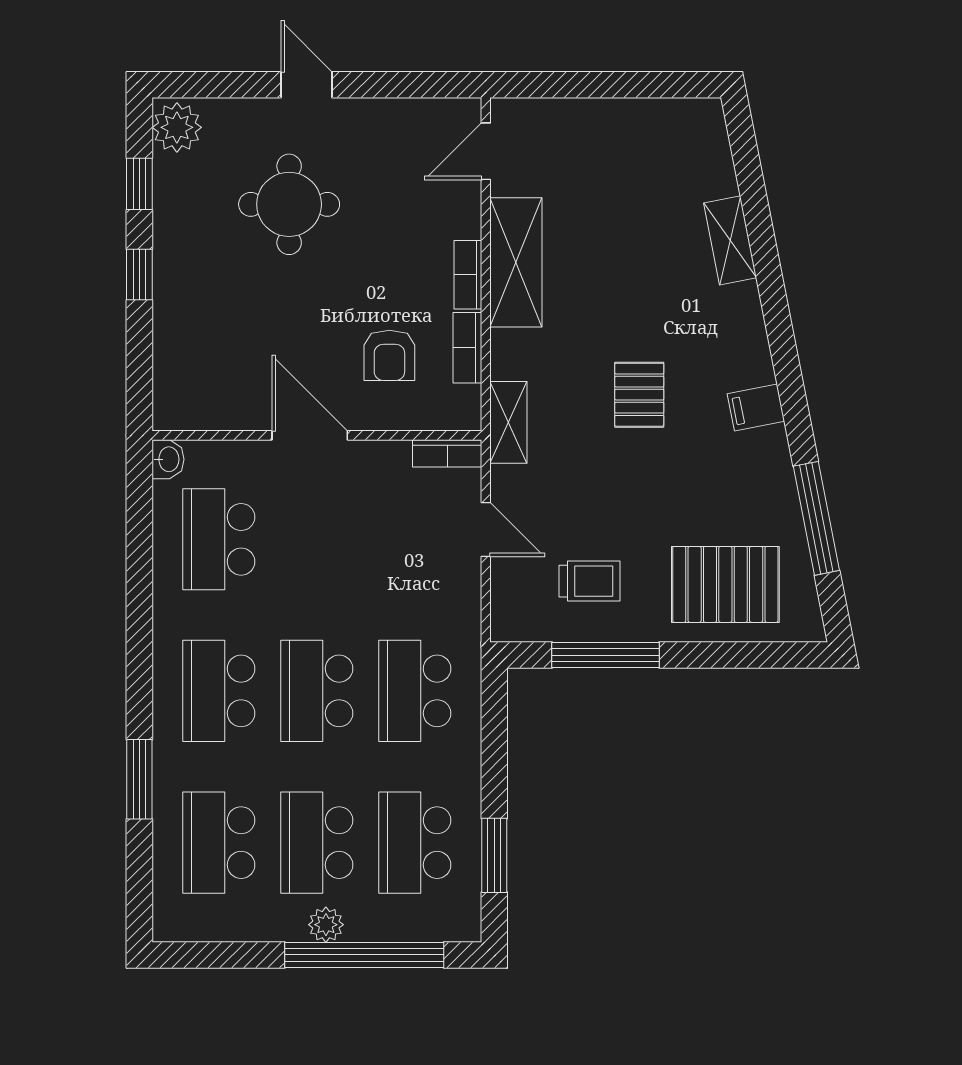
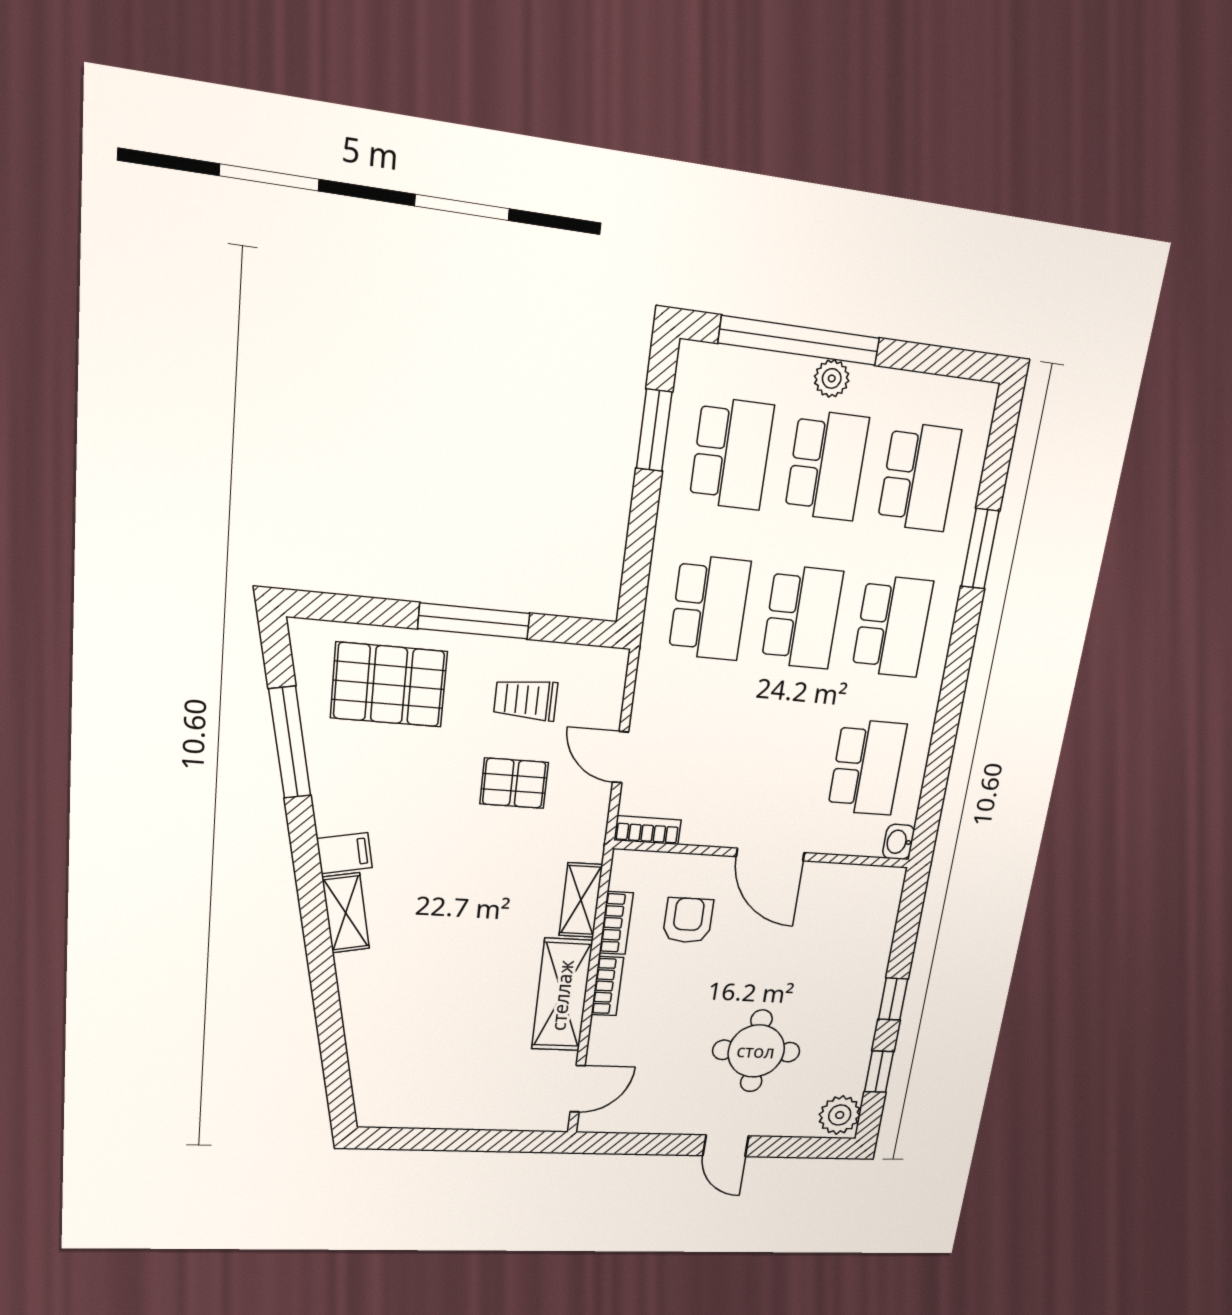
shelving: (730, 240) -> (346, 913), moved
pallet: (639, 395) -> (514, 783), moved, turned 90
shelving: (508, 422) -> (581, 900), moved
window: (606, 655) -> (474, 621), moved

